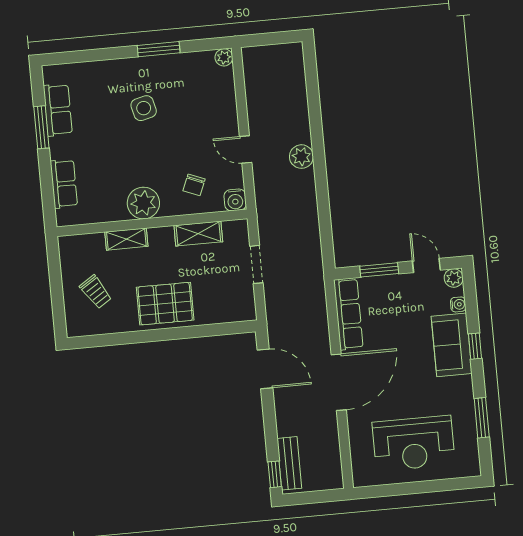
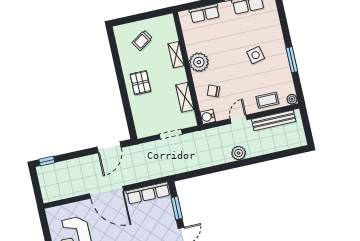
coffee table: (220, 98) -> (267, 100), added
pallet: (165, 304) -> (140, 83), width x0.67, depth x0.71
bench: (289, 463) -> (274, 120), moved, width x1.36

